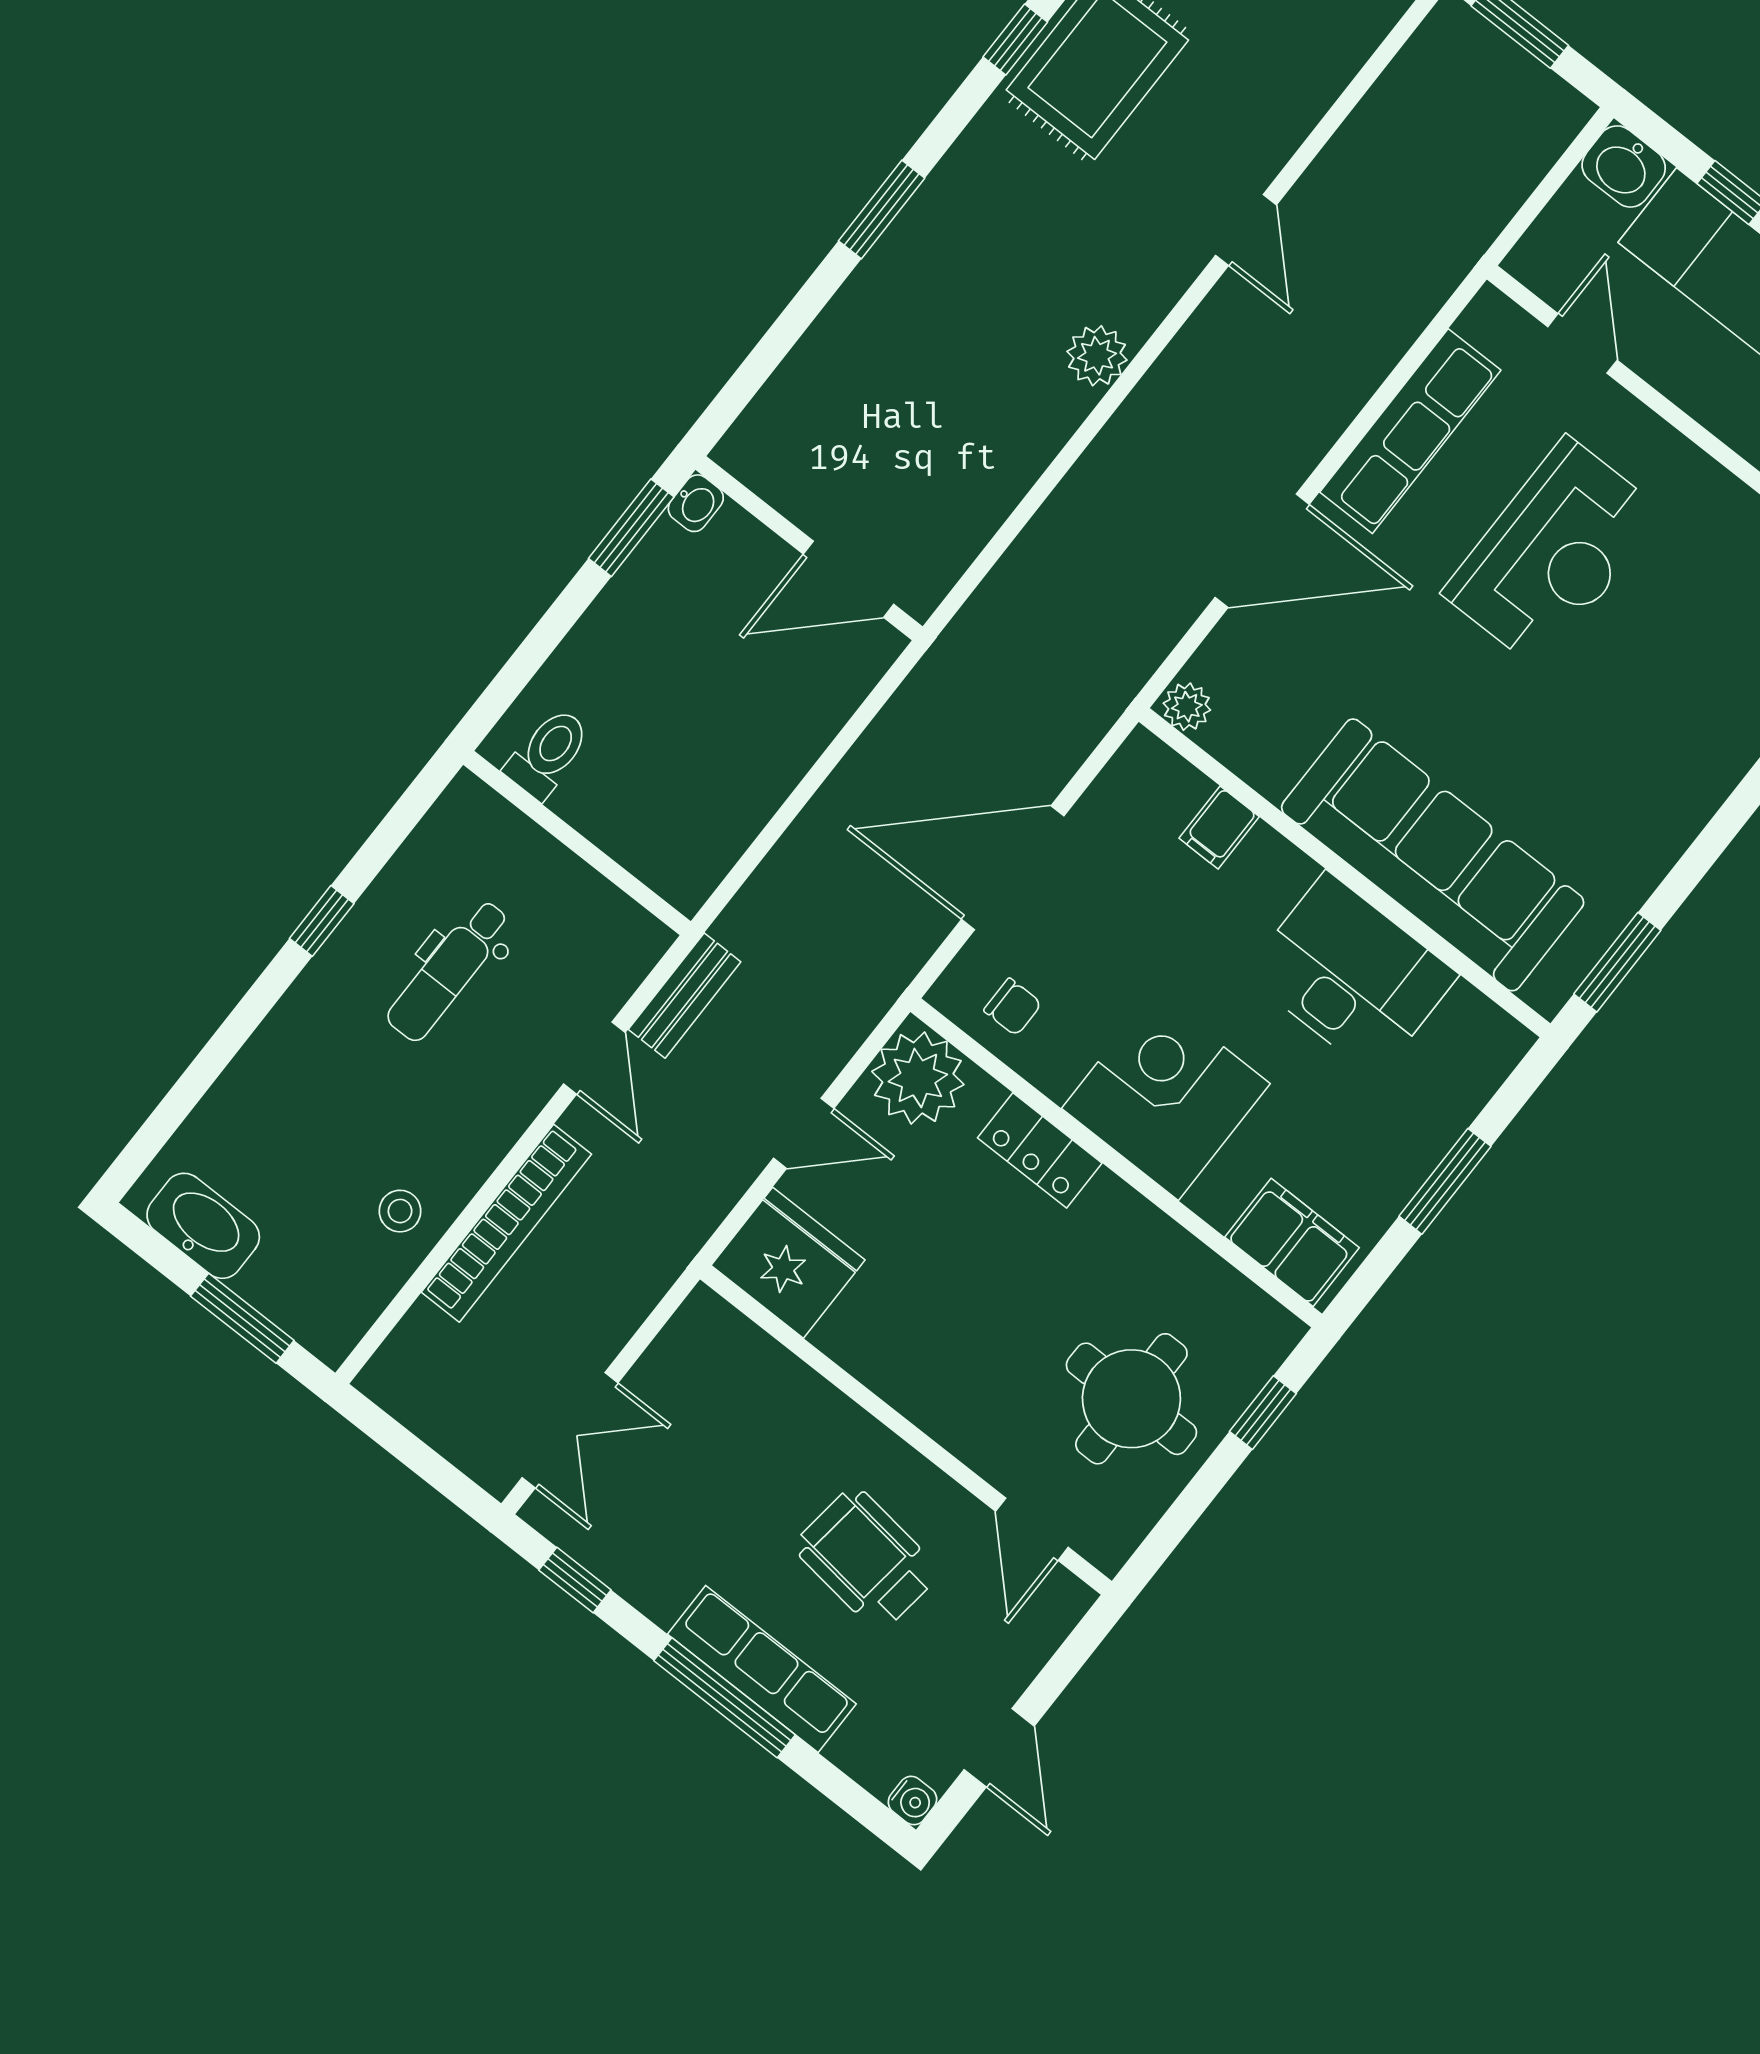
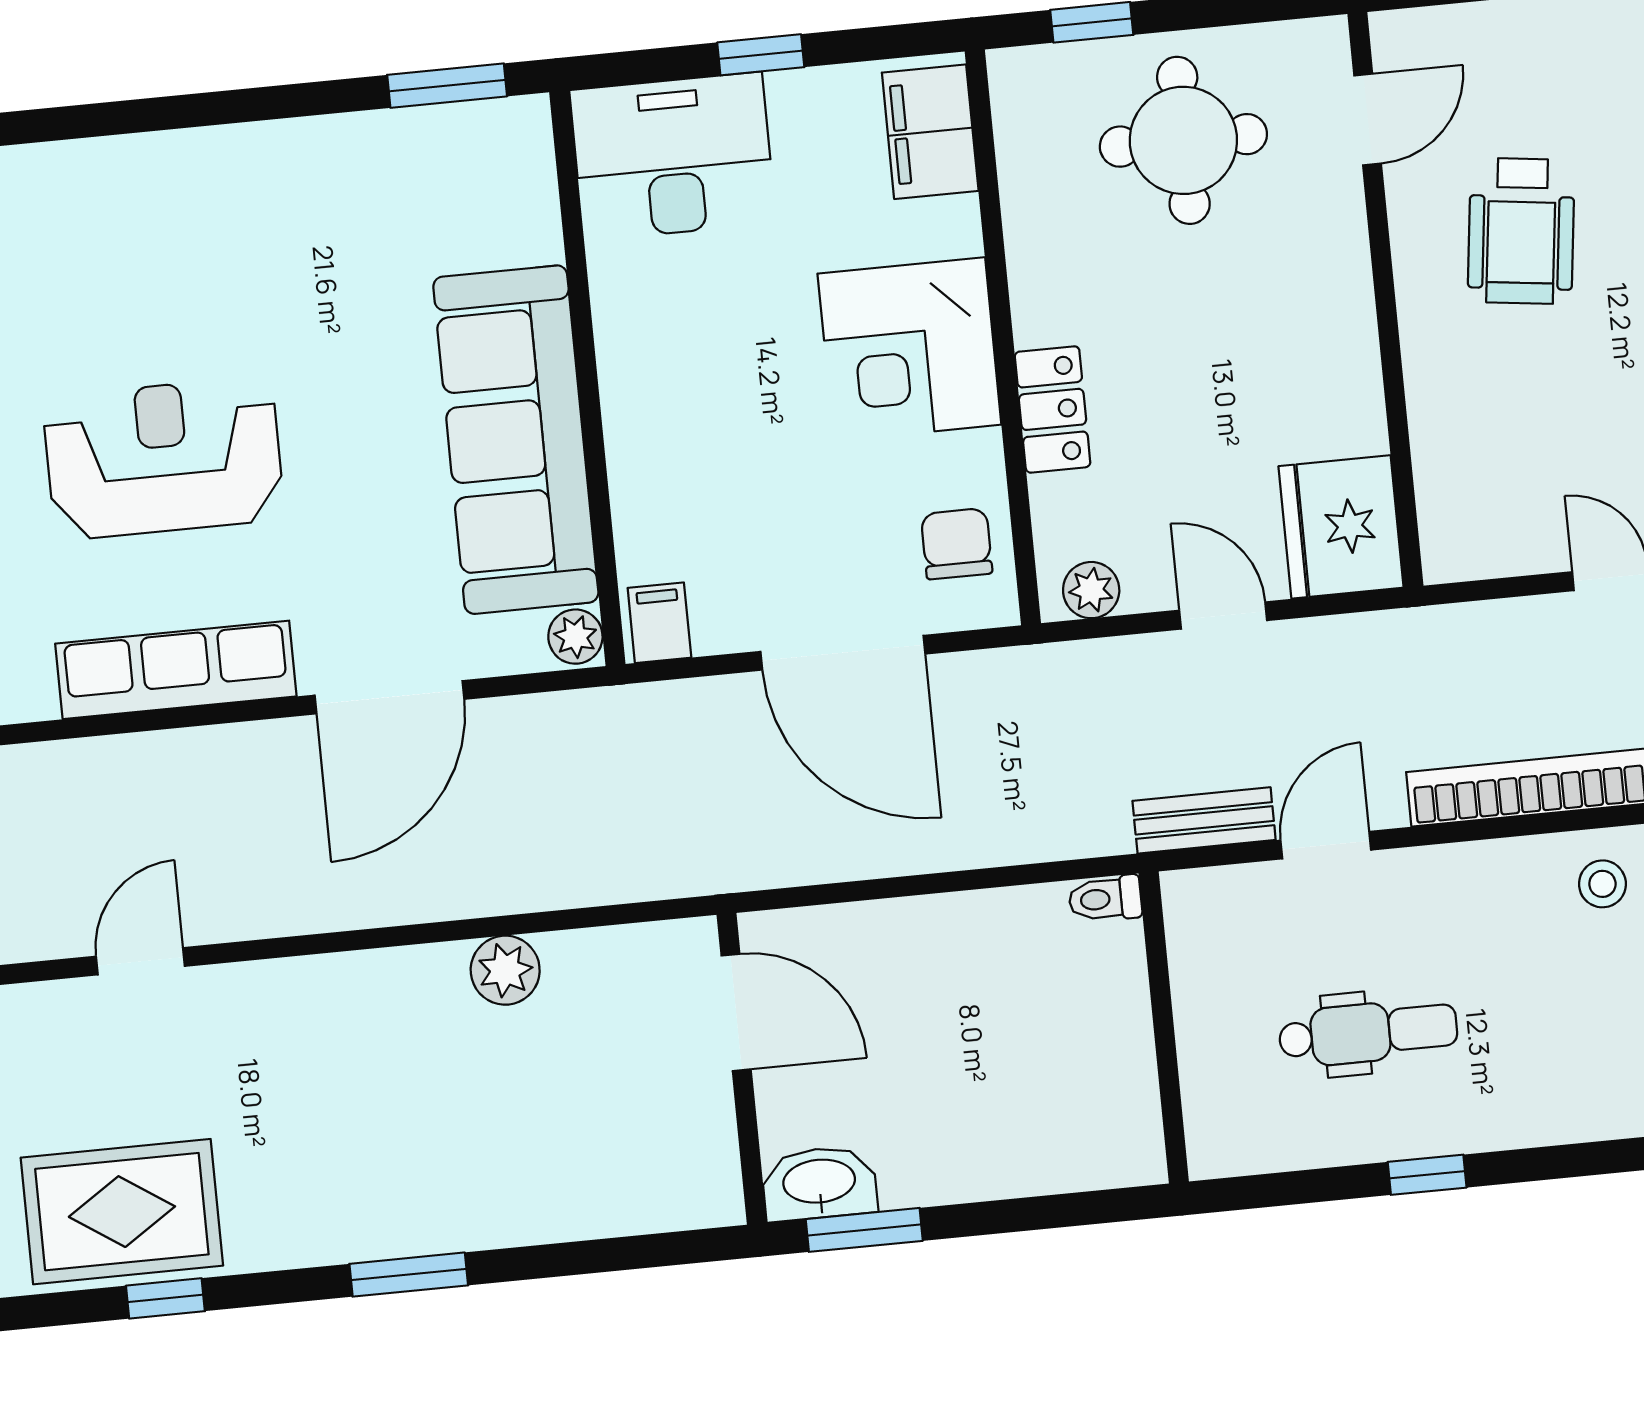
plant: (1097, 356) -> (505, 970), moved
washbasin: (696, 503) -> (819, 1183), width x1.91, depth x1.45
door: (1262, 551) -> (389, 697), swing flipped
toilet: (548, 753) -> (1105, 899), moved, width x0.73, depth x0.72
filing cabinet: (1219, 827) -> (659, 623), moved, turned -90
sofa: (1433, 855) -> (516, 440), moved
desk: (1351, 975) -> (673, 156), moved, turned 90
chair: (1013, 1007) -> (957, 544), width x1.37, depth x1.37
plant: (918, 1078) -> (1091, 590), width x0.53, depth x0.53
window: (1445, 1181) -> (761, 55), width x0.67

